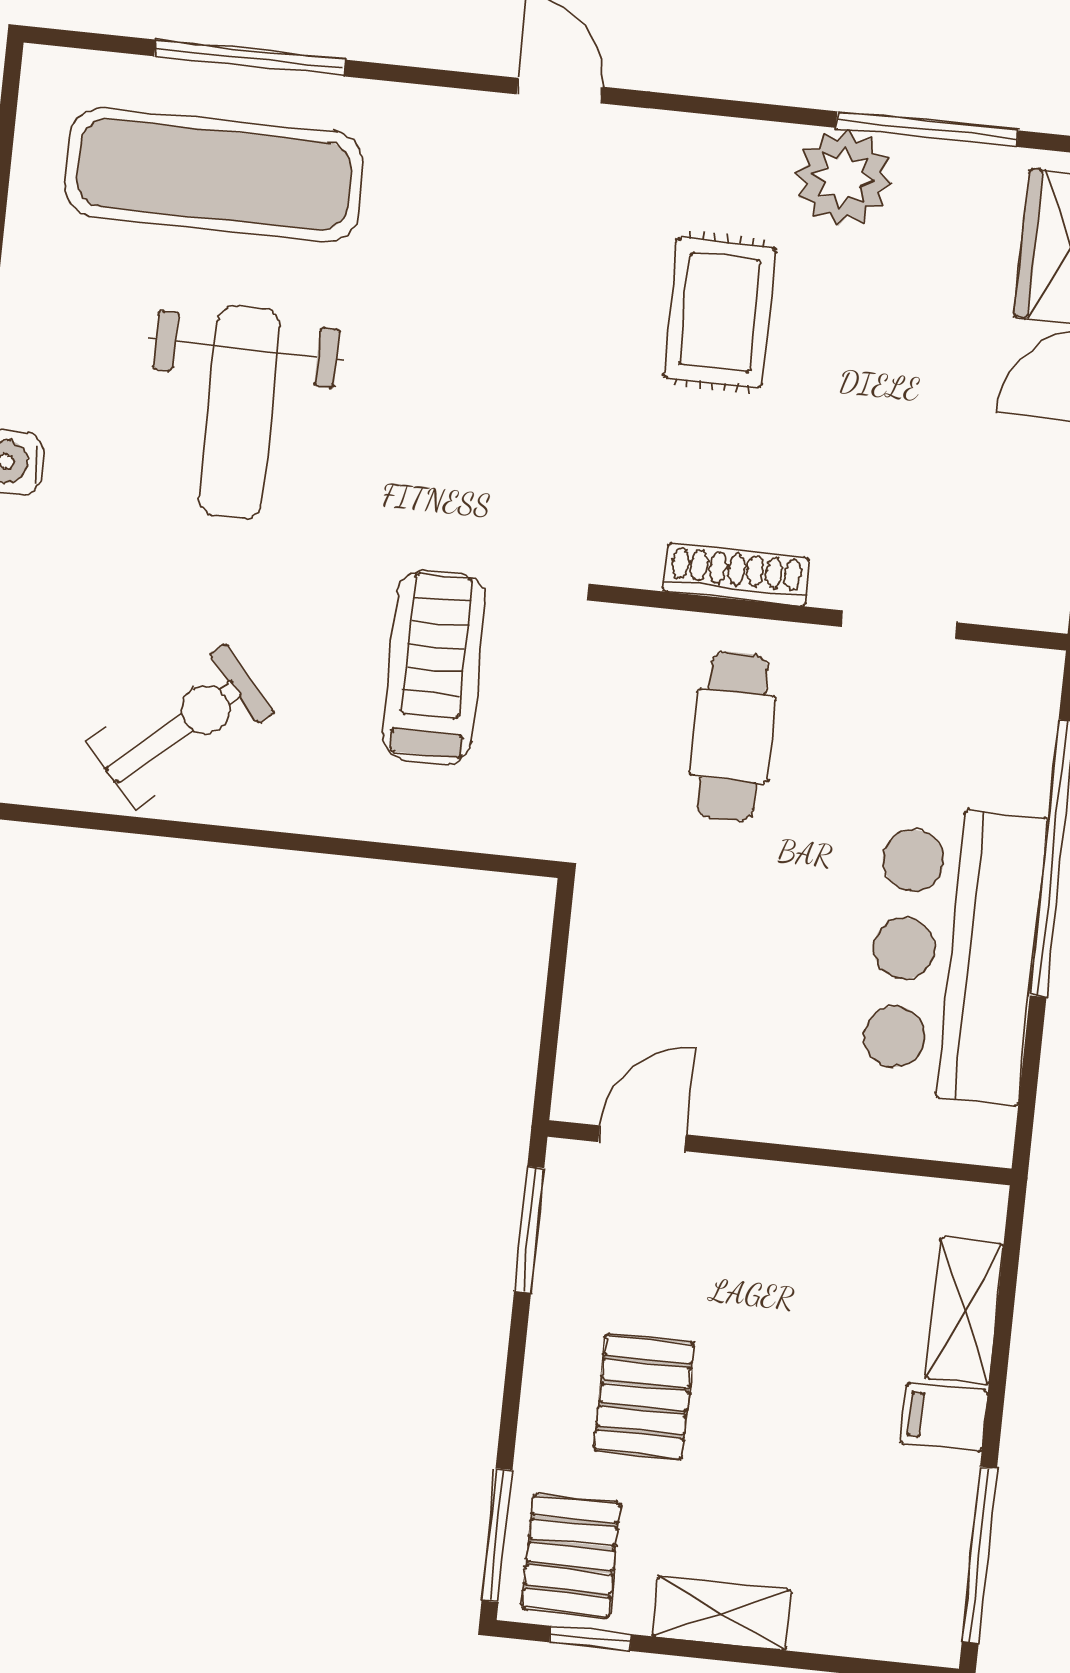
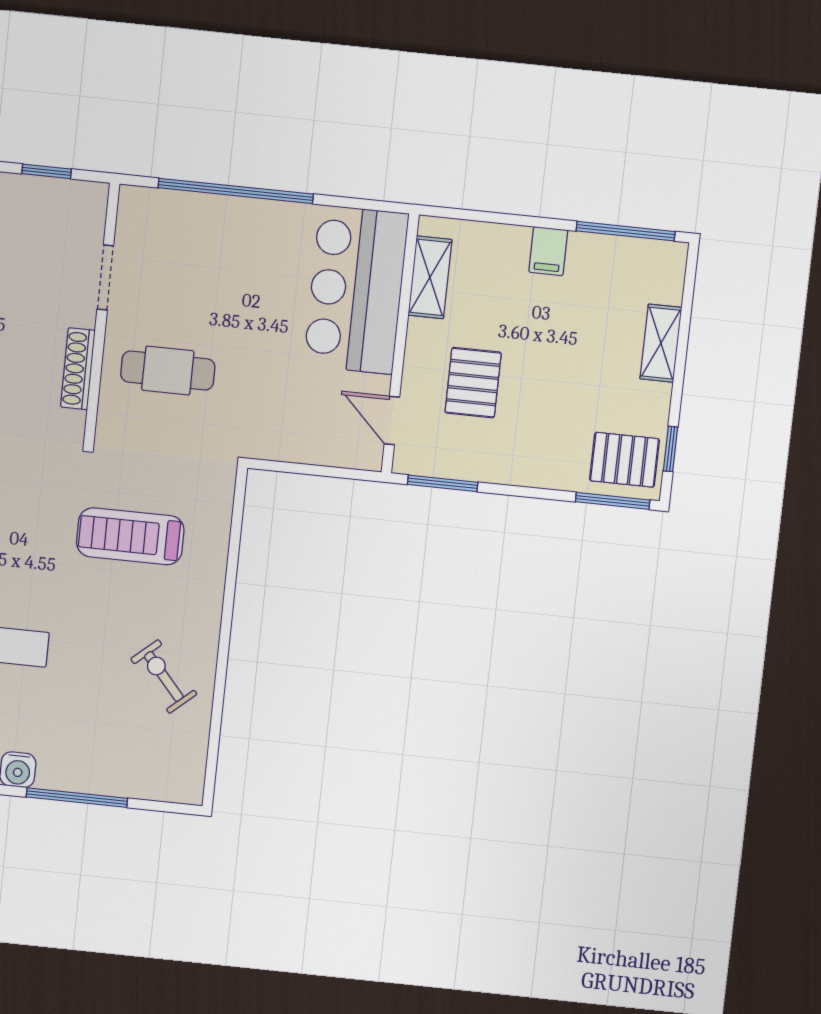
exercise bike: (180, 727) -> (164, 676), width x0.73, depth x0.72
bar counter: (953, 954) -> (356, 290), moved, turned 90
shelving: (964, 1311) -> (430, 277), moved, turned 90
pallet: (644, 1397) -> (473, 383), moved, turned 90
shelving: (722, 1613) -> (661, 343), moved

